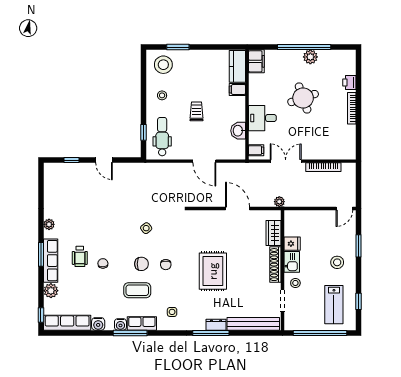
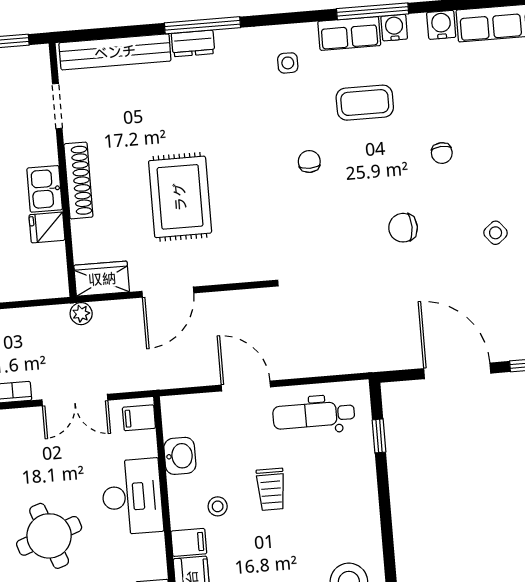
stool: (162, 95) -> (218, 506), moved
desk: (262, 118) -> (132, 497), width x1.37
dental chair: (162, 137) -> (314, 415), moved, turned 90
door: (104, 160) -> (457, 371), width x1.87
door: (238, 208) -> (168, 292), hinge flipped
side table: (146, 228) -> (496, 233), moved
wardrobe: (274, 233) -> (102, 279), moved, turned -90
wheelchair: (80, 256) -> (492, 164), removed
chair: (141, 264) -> (403, 228), moved
rug: (213, 271) -> (180, 197), moved
stool: (295, 283) -> (33, 145), removed

